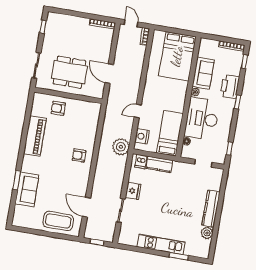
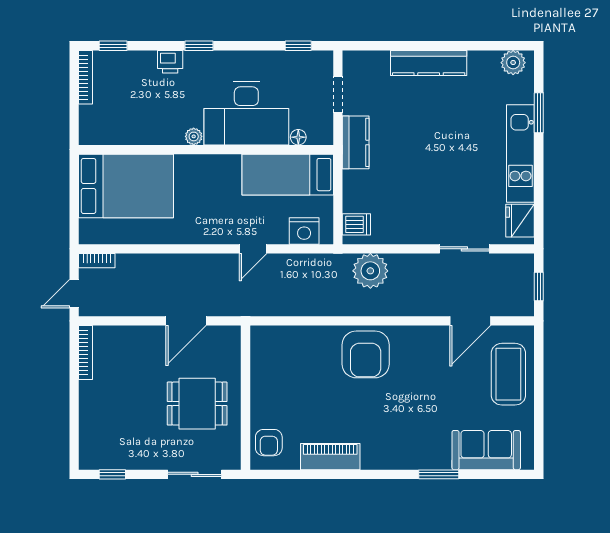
dining table: (69, 72) -> (197, 404), width x0.73
sofa: (203, 73) -> (152, 127), removed
printer: (230, 87) -> (170, 62), width x0.53, depth x0.68
armchair: (58, 108) -> (269, 443), moved
door: (138, 111) -> (253, 249), hinge flipped
piano: (35, 136) -> (330, 457), width x0.73, depth x0.75
plant: (121, 147) -> (370, 271), moved
armchair: (79, 155) -> (366, 354), width x1.88, depth x1.88
kitchen counter: (159, 164) -> (356, 142), moved
sofa: (27, 189) -> (486, 450), moved
fridge: (133, 191) -> (520, 221), moved, turned -90
plant: (207, 233) -> (513, 63), moved

